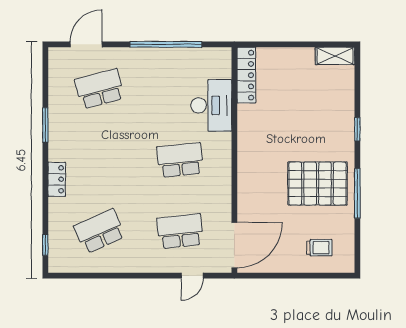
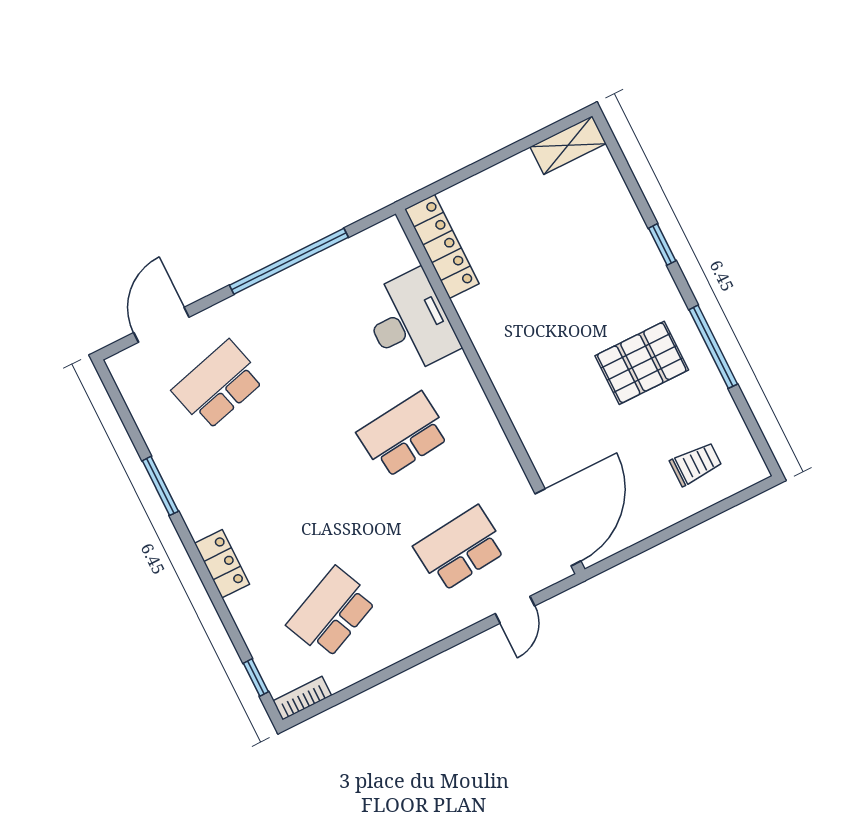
pallet: (318, 184) -> (642, 363), width x0.73, depth x0.71
bookcase: (63, 267) -> (302, 698), added

